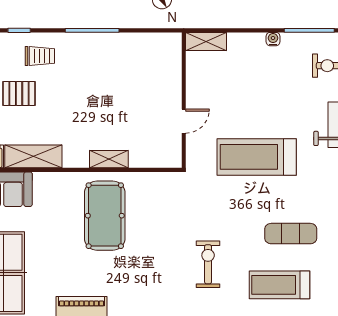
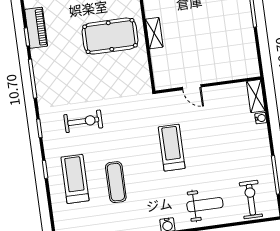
water cooler: (273, 39) -> (261, 118), moved
treadmill: (257, 157) -> (172, 148), width x0.73, depth x0.73

